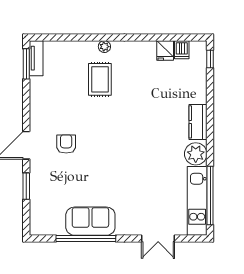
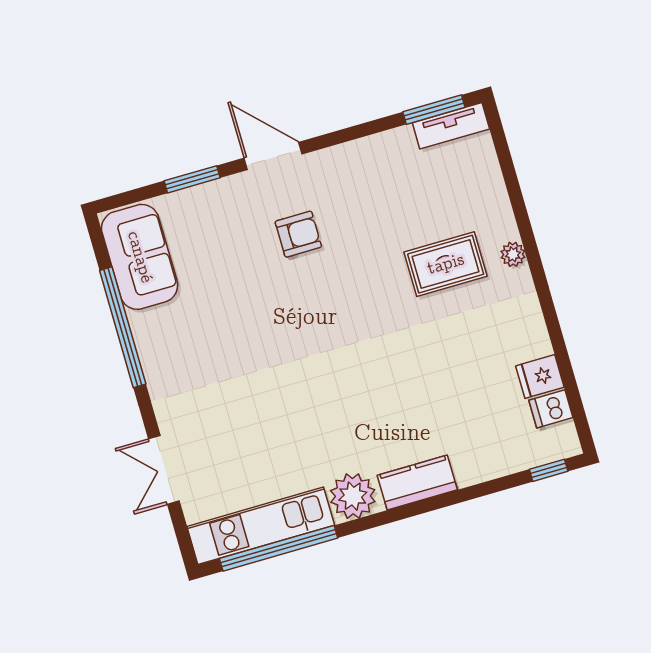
sofa: (90, 221) -> (140, 257), moved

